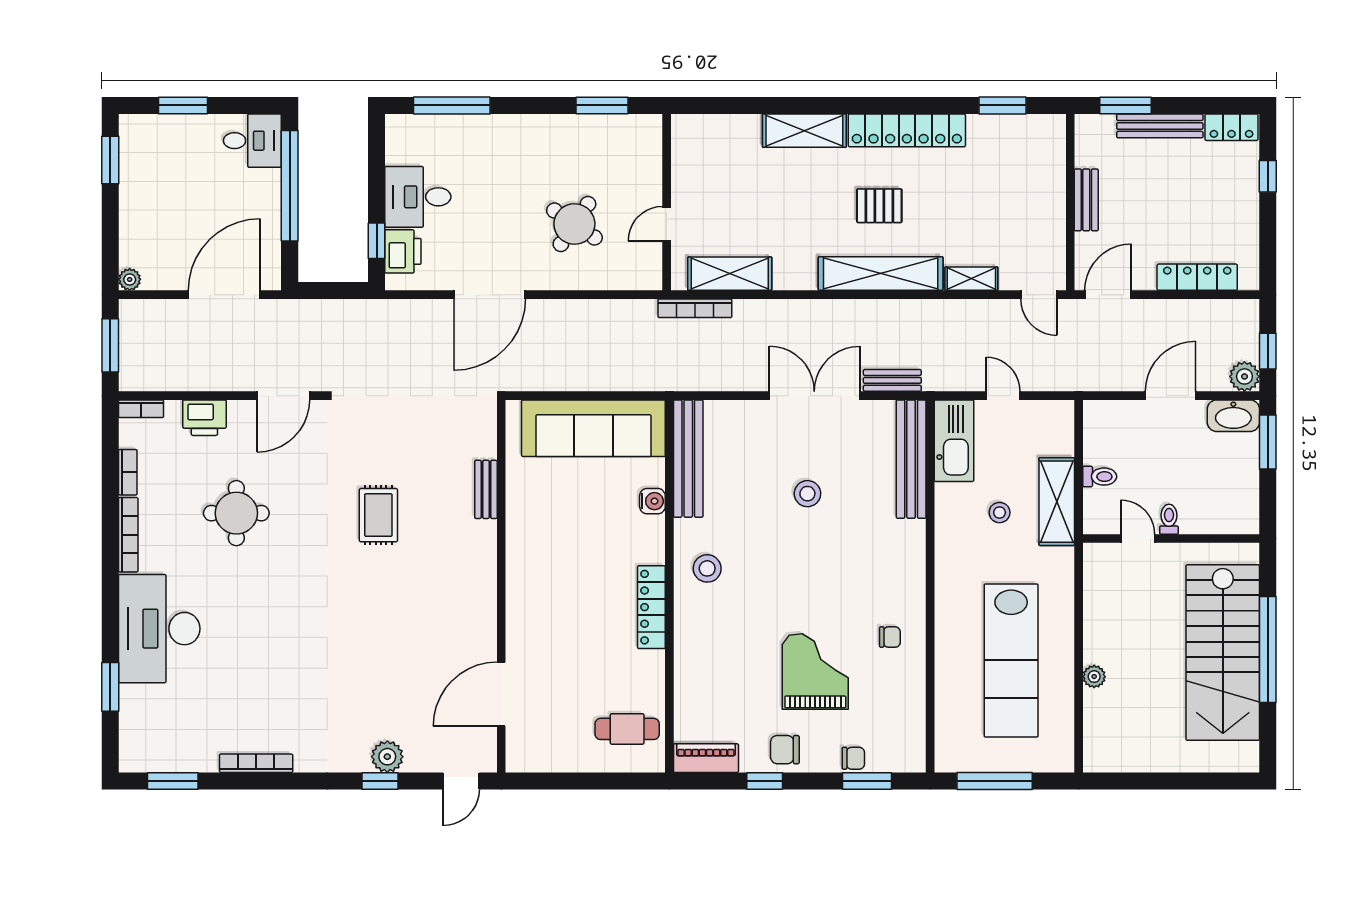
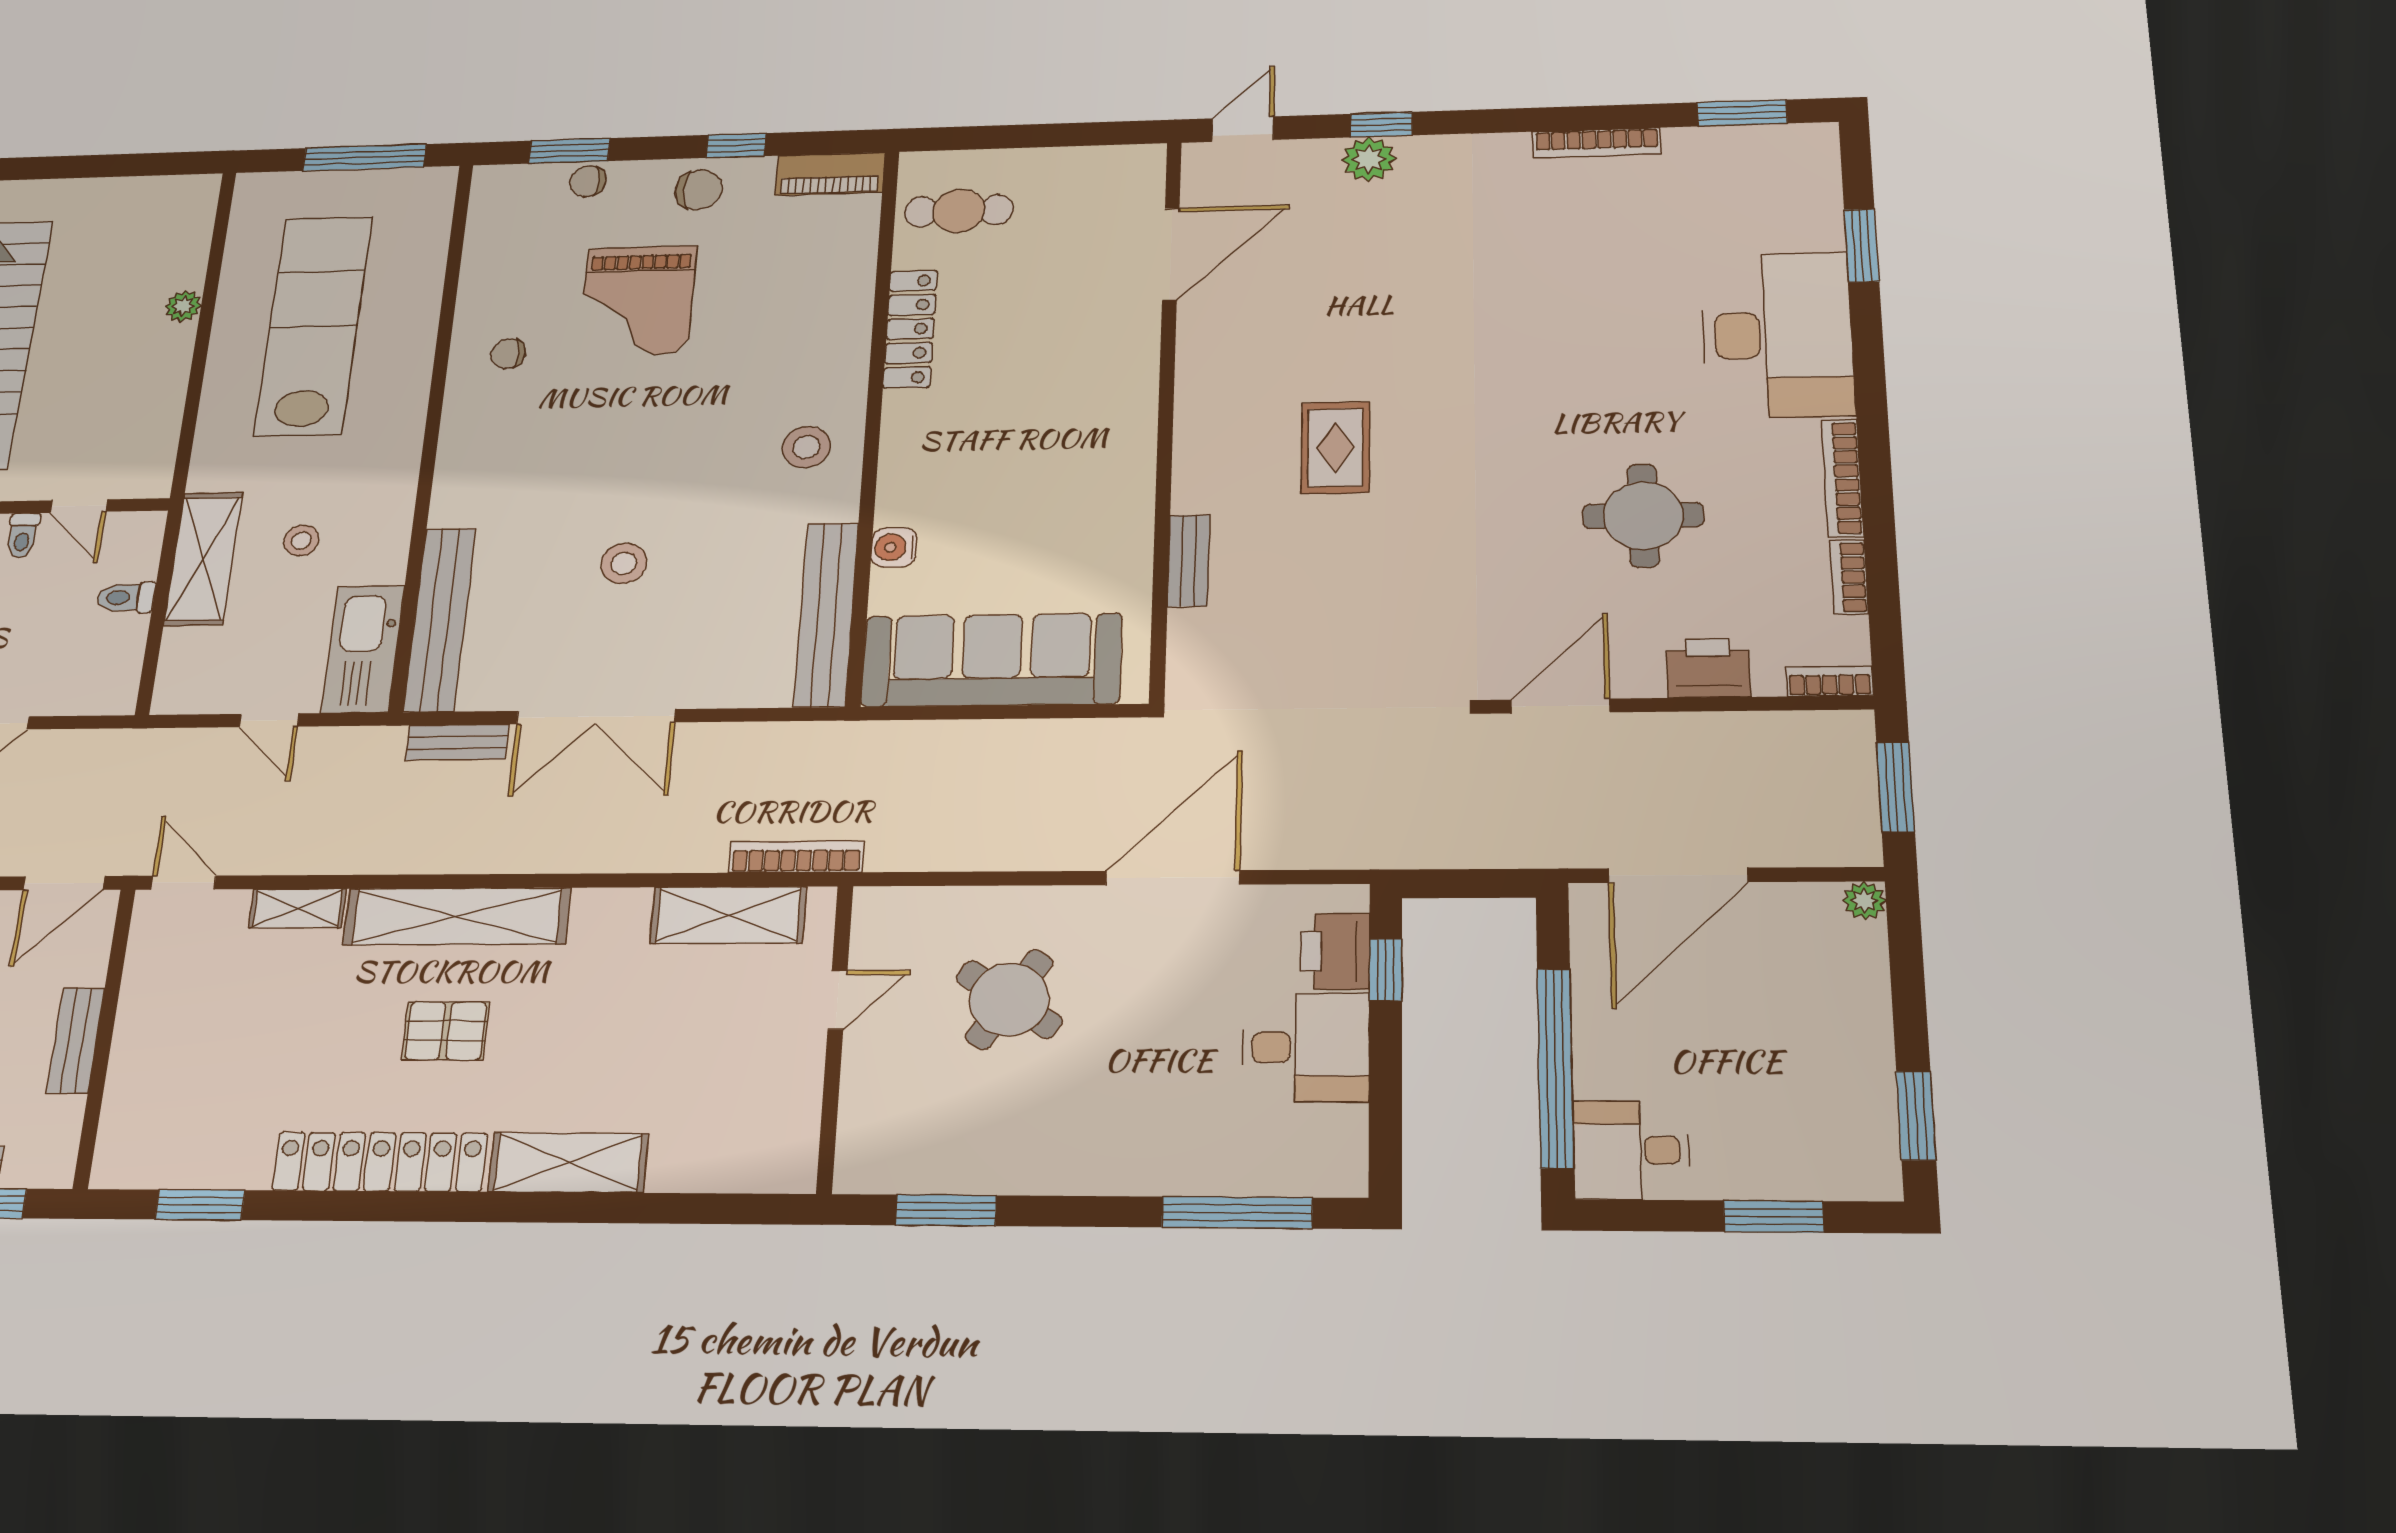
rug: (378, 515) -> (1335, 448), moved
locker: (651, 607) -> (910, 329), moved

